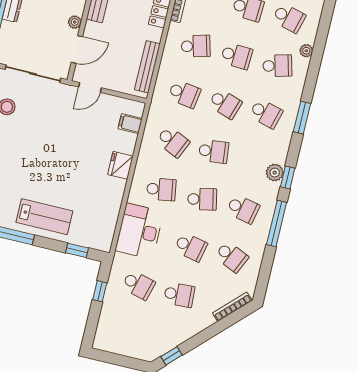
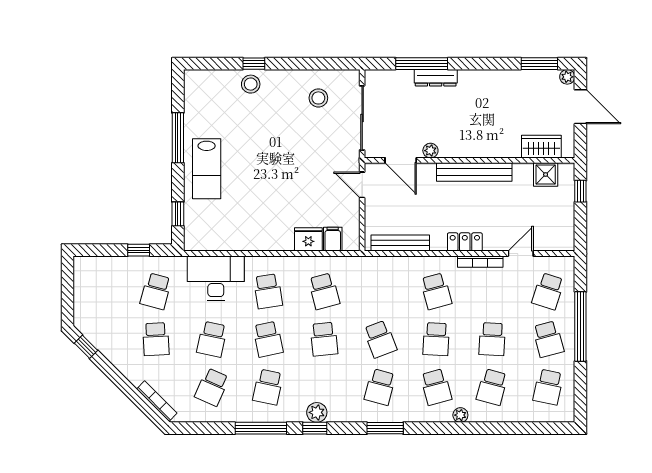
school desk: (184, 94) -> (380, 291), removed
school desk: (225, 104) -> (380, 339), turned -39
school desk: (173, 142) -> (324, 291), turned -39
fridge: (120, 165) -> (308, 239), moved

